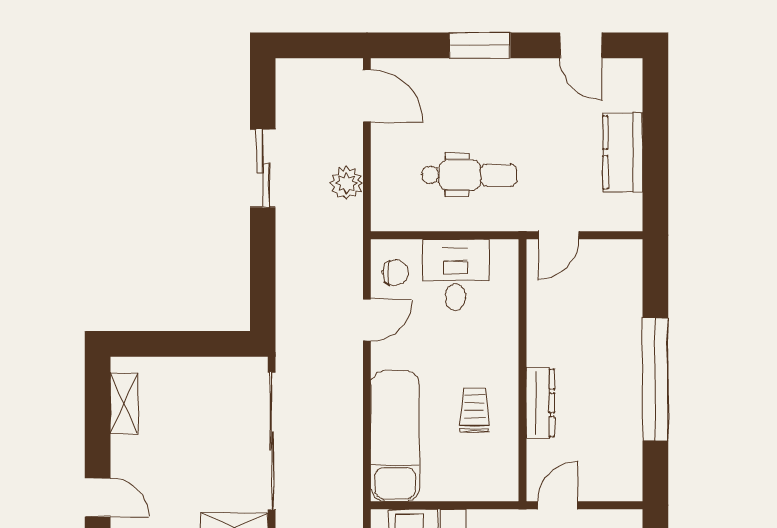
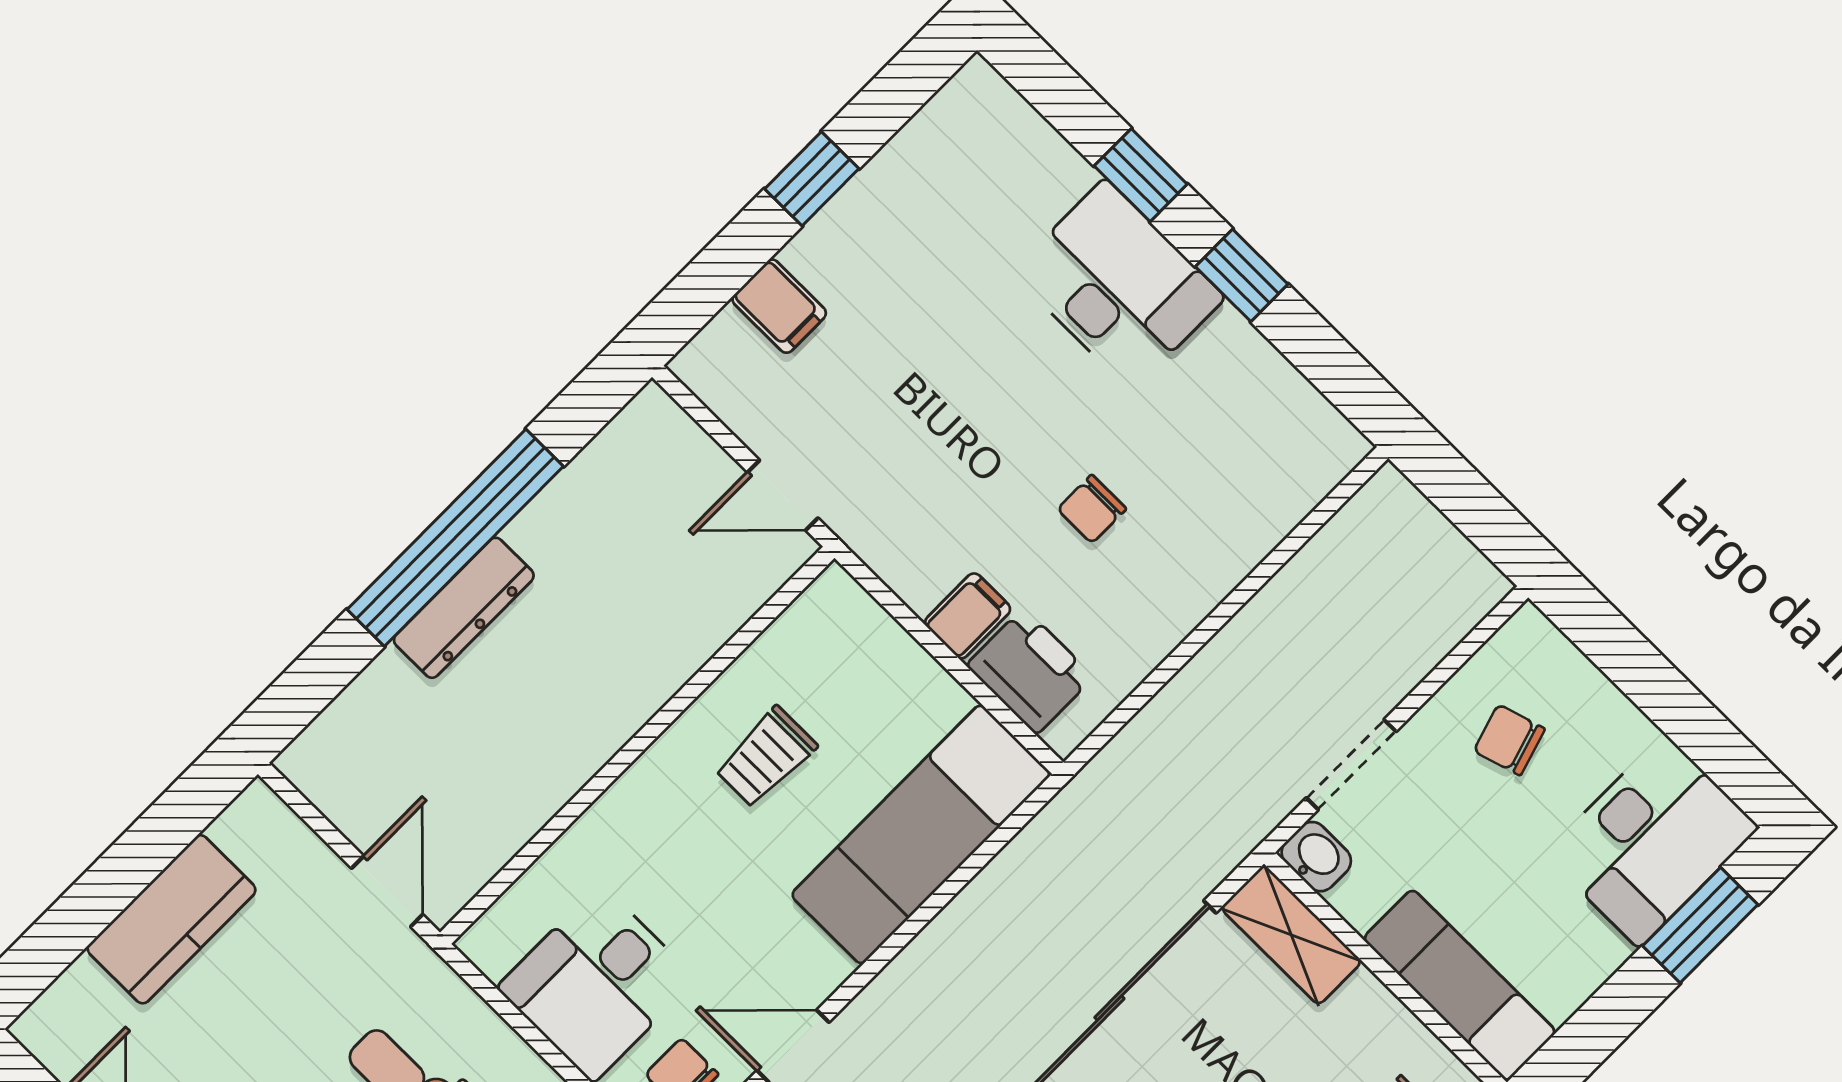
door: (558, 235) -> (387, 891), hinge flipped
dresser: (540, 403) -> (464, 608), moved, turned 180

